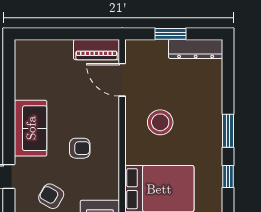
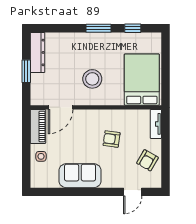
side table: (56, 54) -> (41, 156), added
sofa: (31, 128) -> (80, 176), moved
armchair: (80, 148) -> (112, 139), turned -82

